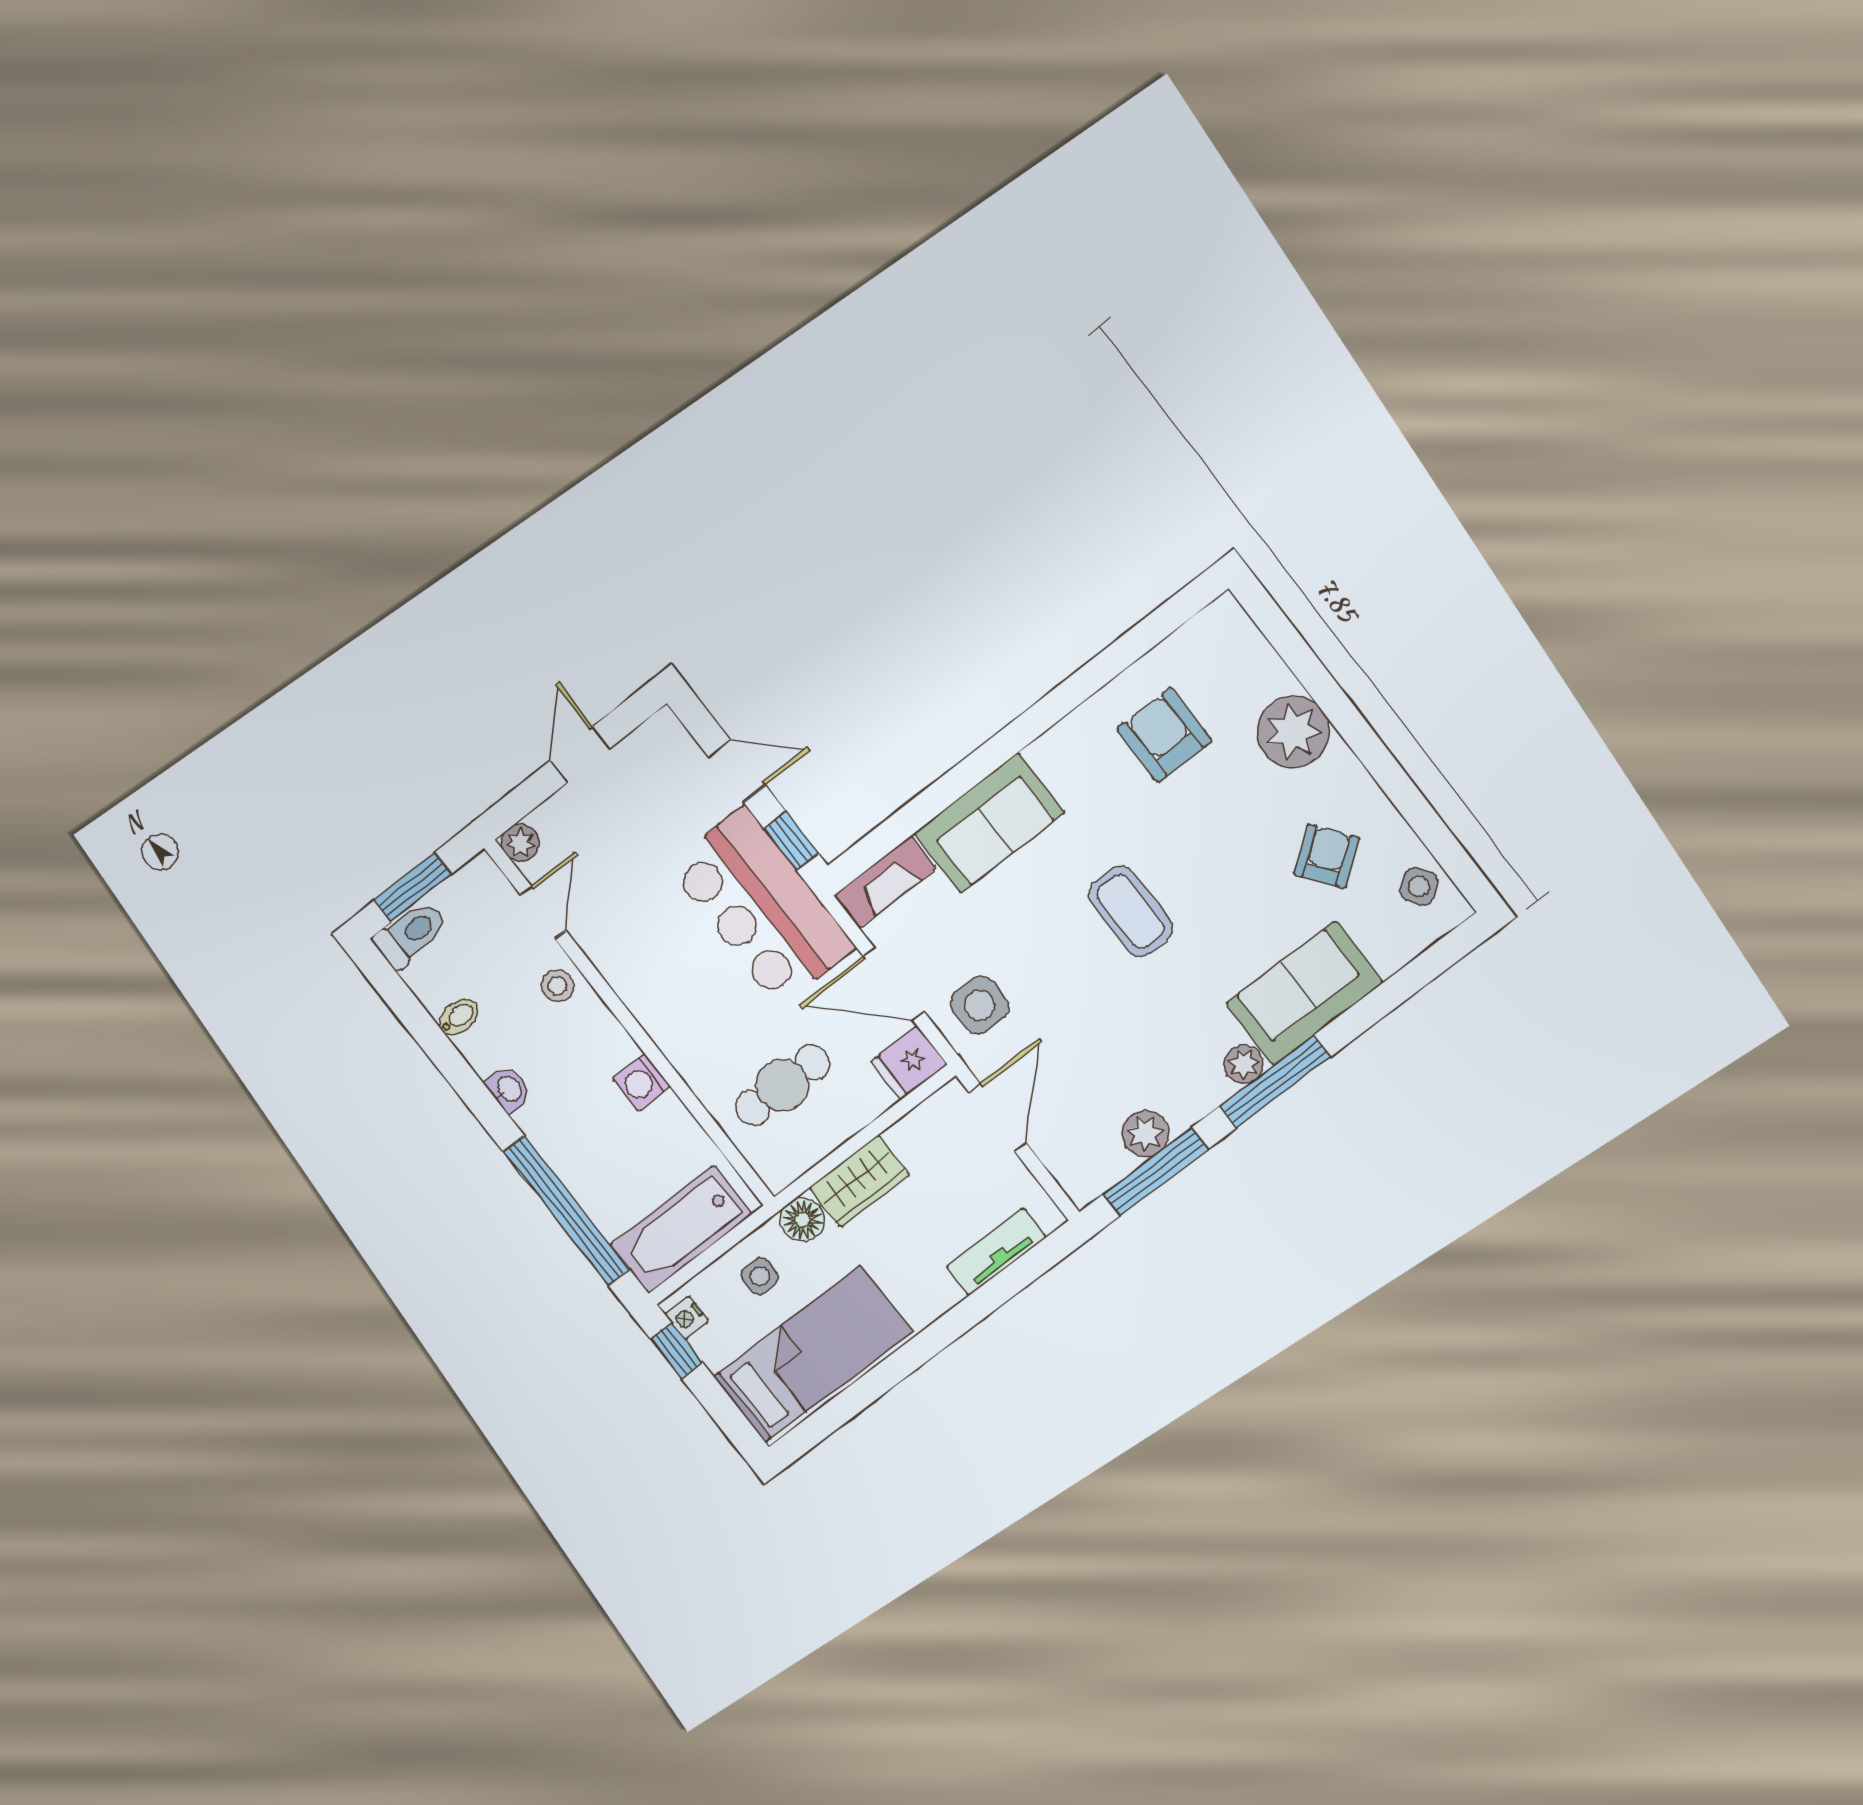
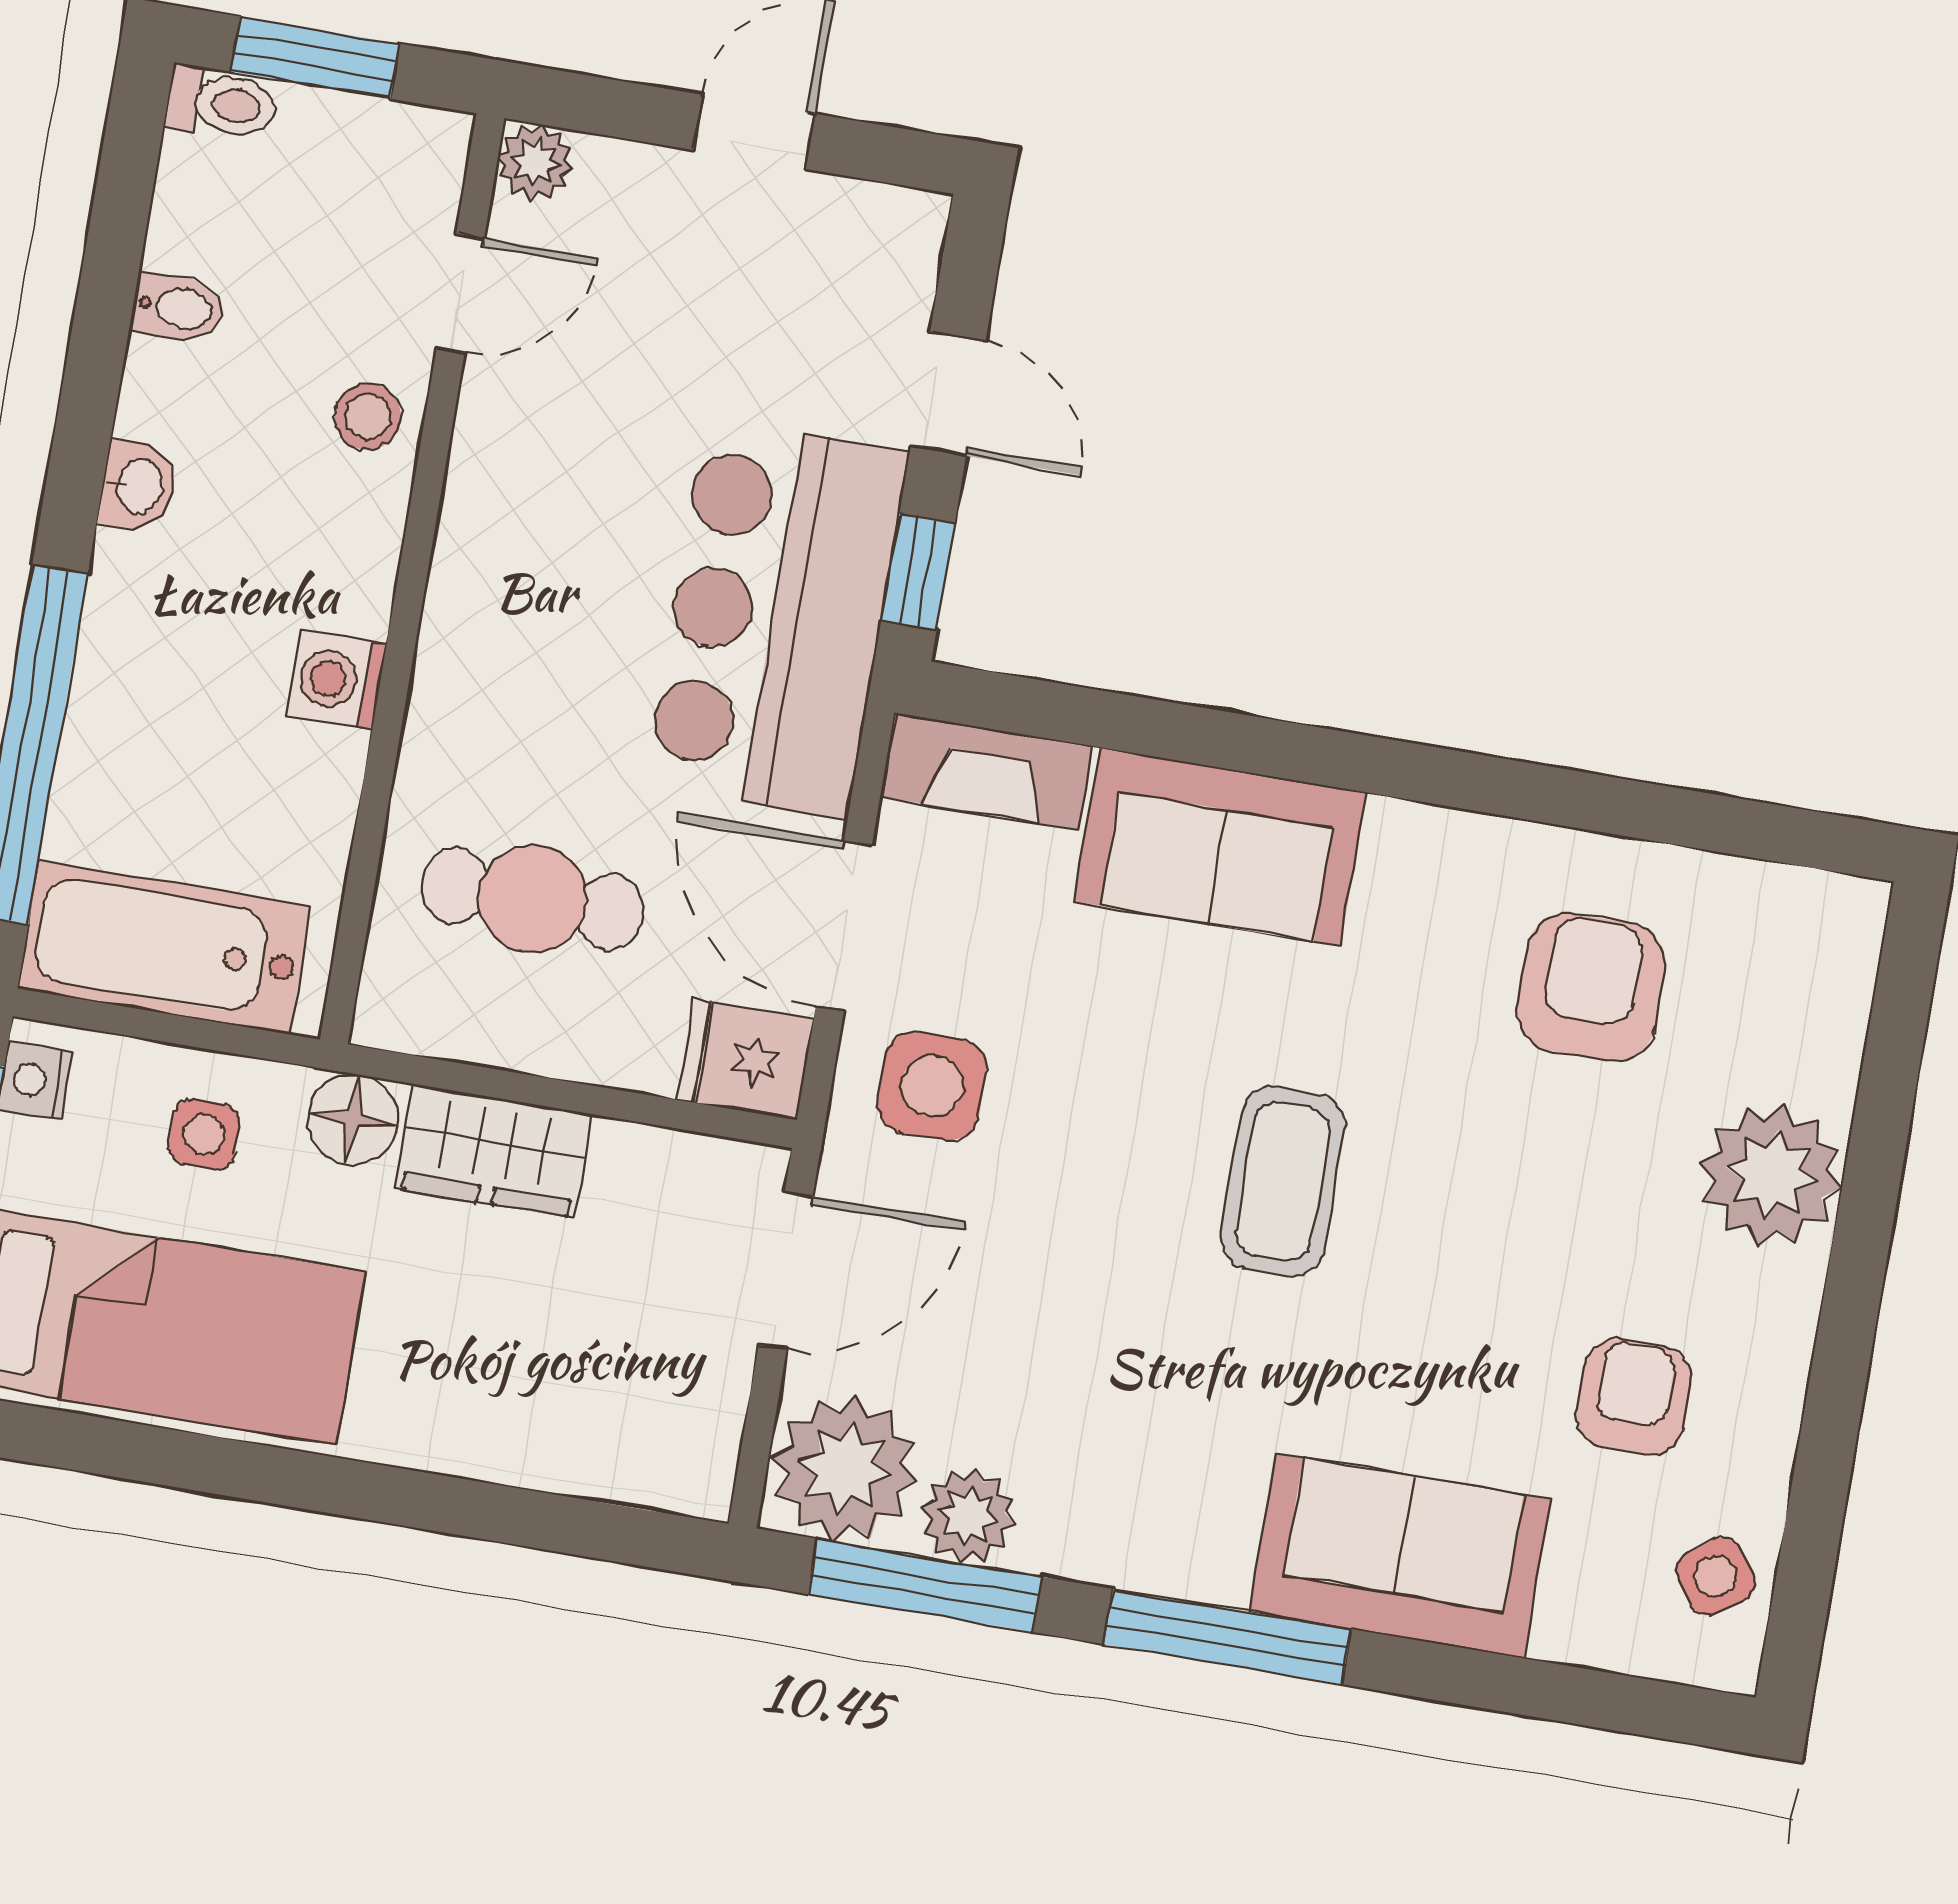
armchair: (1327, 856) -> (1634, 1397), turned -53
toilet: (411, 934) -> (221, 103), width x0.73, depth x0.72
plant: (1244, 1064) -> (845, 1469), moved, width x1.88, depth x1.88
tv unit: (996, 1252) -> (578, 1459), removed

